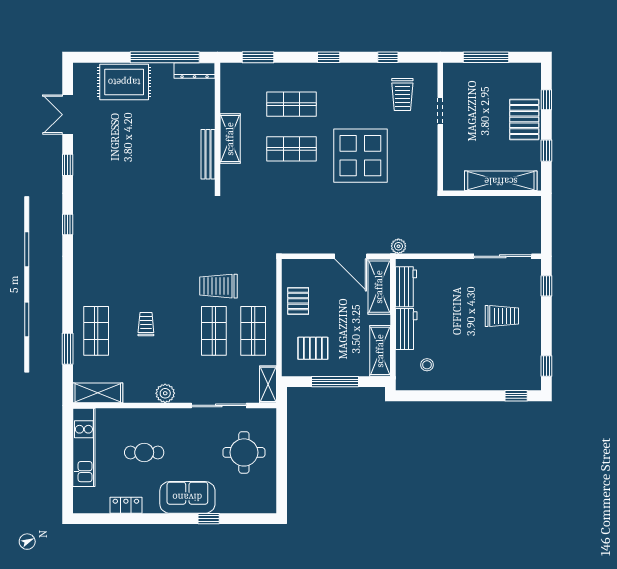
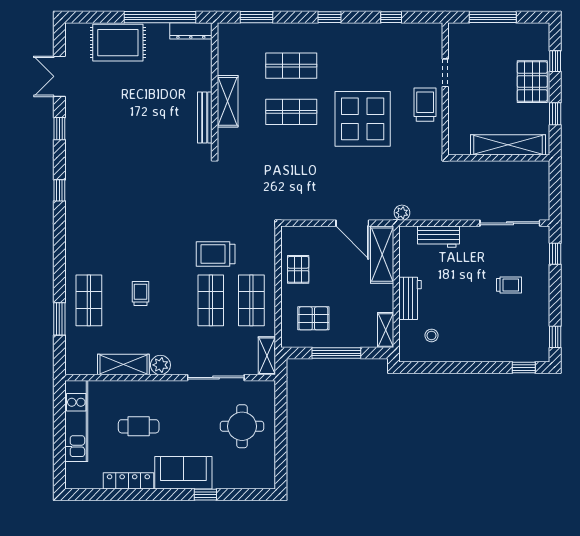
trolley: (402, 95) -> (425, 105), moved, turned 180
workbench: (406, 287) -> (438, 237), moved, turned 90
trolley: (502, 316) -> (509, 285), width x0.73, depth x0.72
shelving: (380, 351) -> (386, 330), width x0.67, depth x0.75
shelving: (98, 393) -> (123, 365), moved
locker: (126, 505) -> (128, 481), width x1.53

